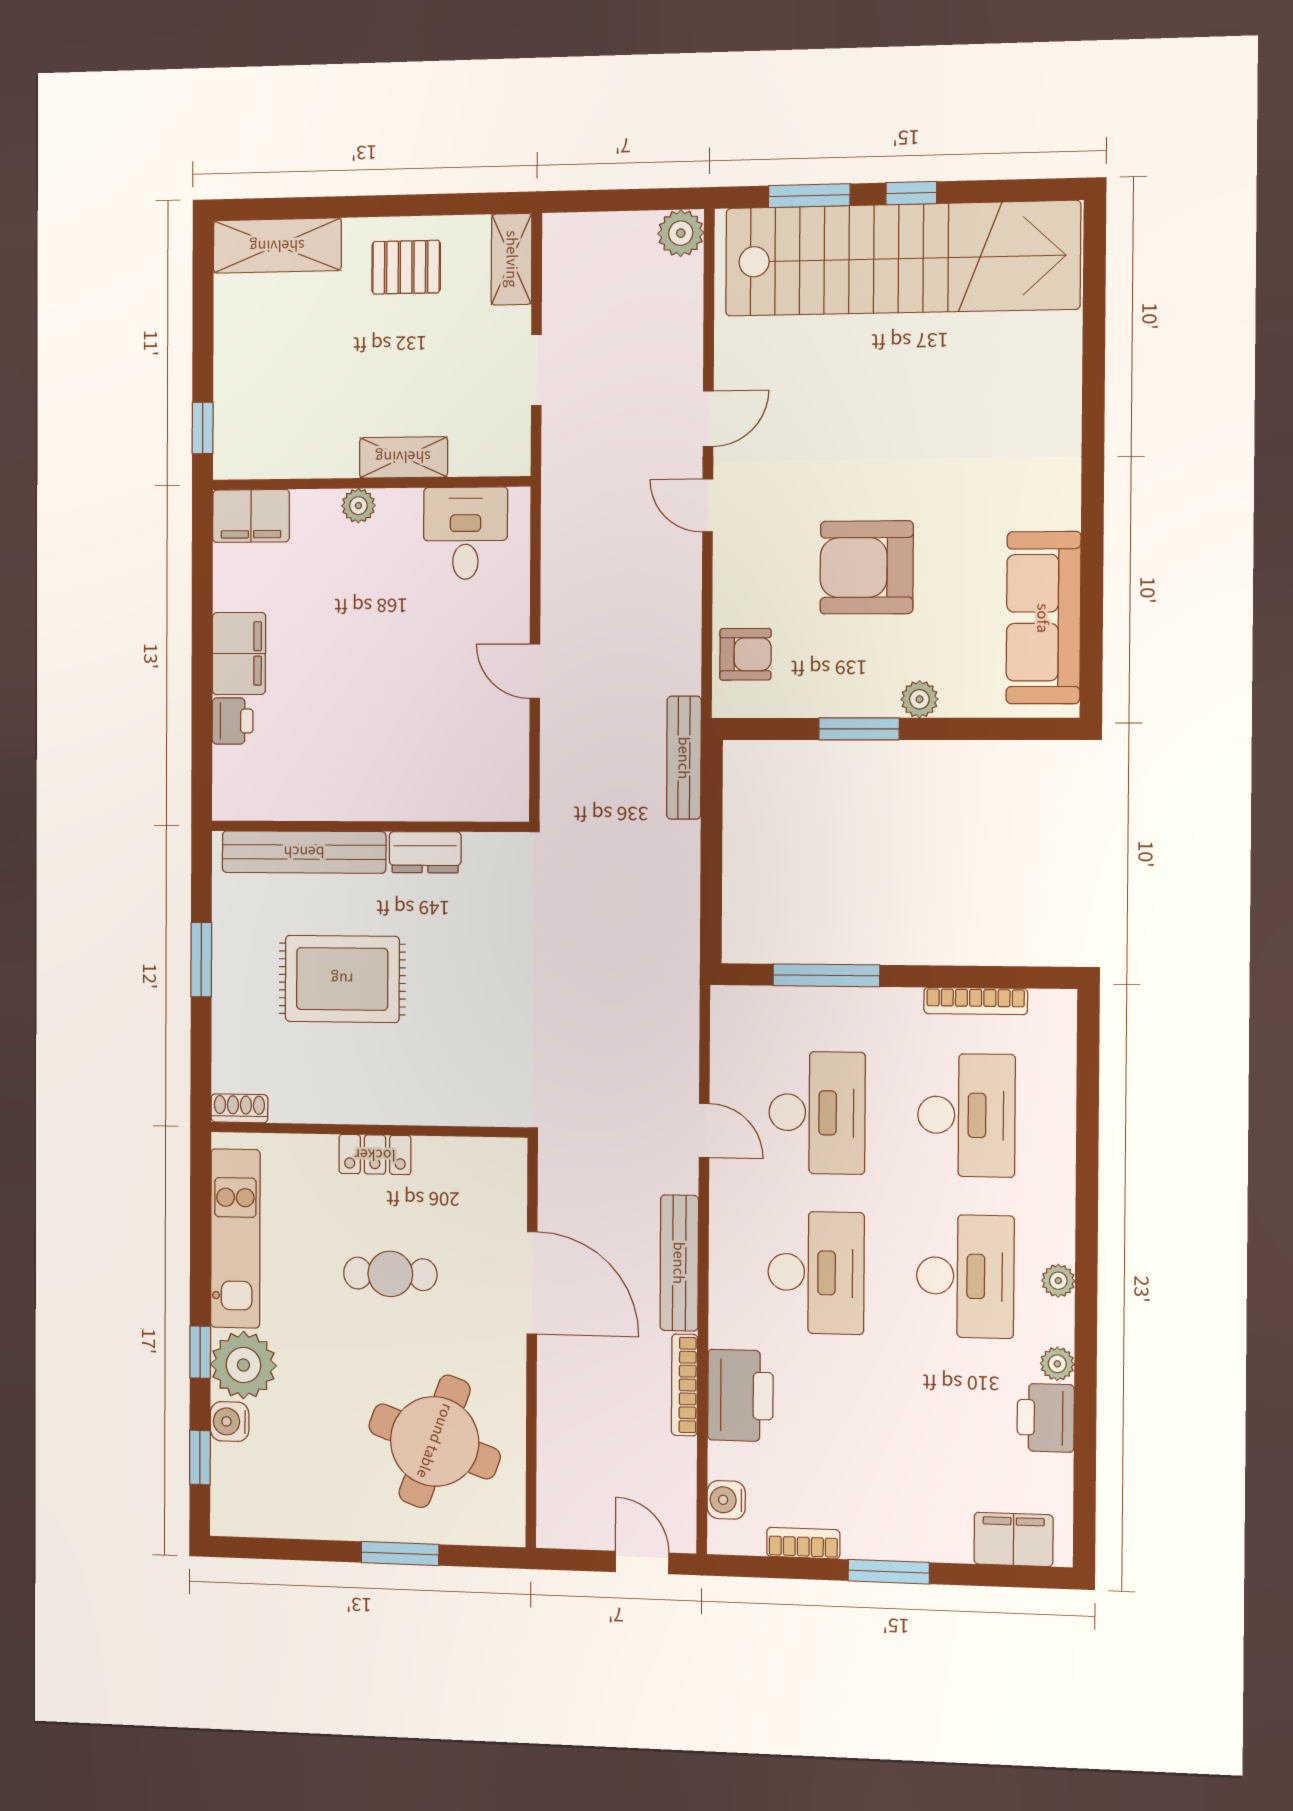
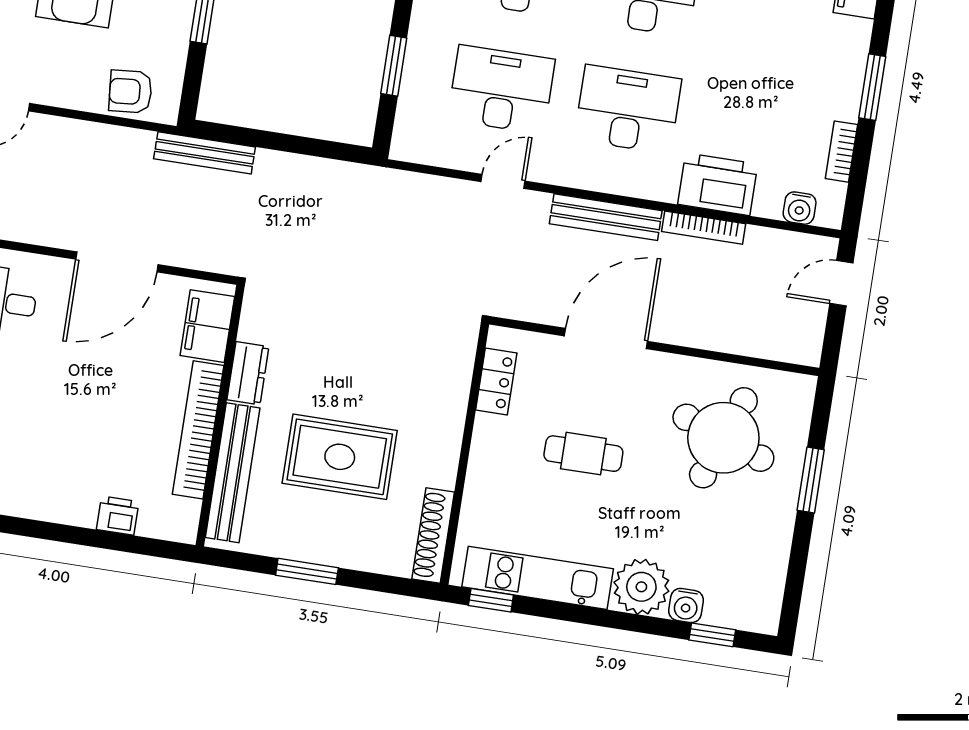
filing cabinet: (239, 654) -> (207, 326), moved, turned -90
armchair: (745, 654) -> (130, 92), turned -95
door: (535, 671) -> (117, 262), width x1.88
bookcase: (348, 802) -> (198, 430), added
window: (826, 975) -> (394, 66), width x0.69
rug: (342, 979) -> (340, 457), turned 90
shoe rack: (239, 1108) -> (433, 535), width x1.94, depth x1.24
locker: (375, 1155) -> (496, 382), moved
cafe table: (390, 1274) -> (583, 454), turned 90
window: (200, 1352) -> (491, 600), moved

